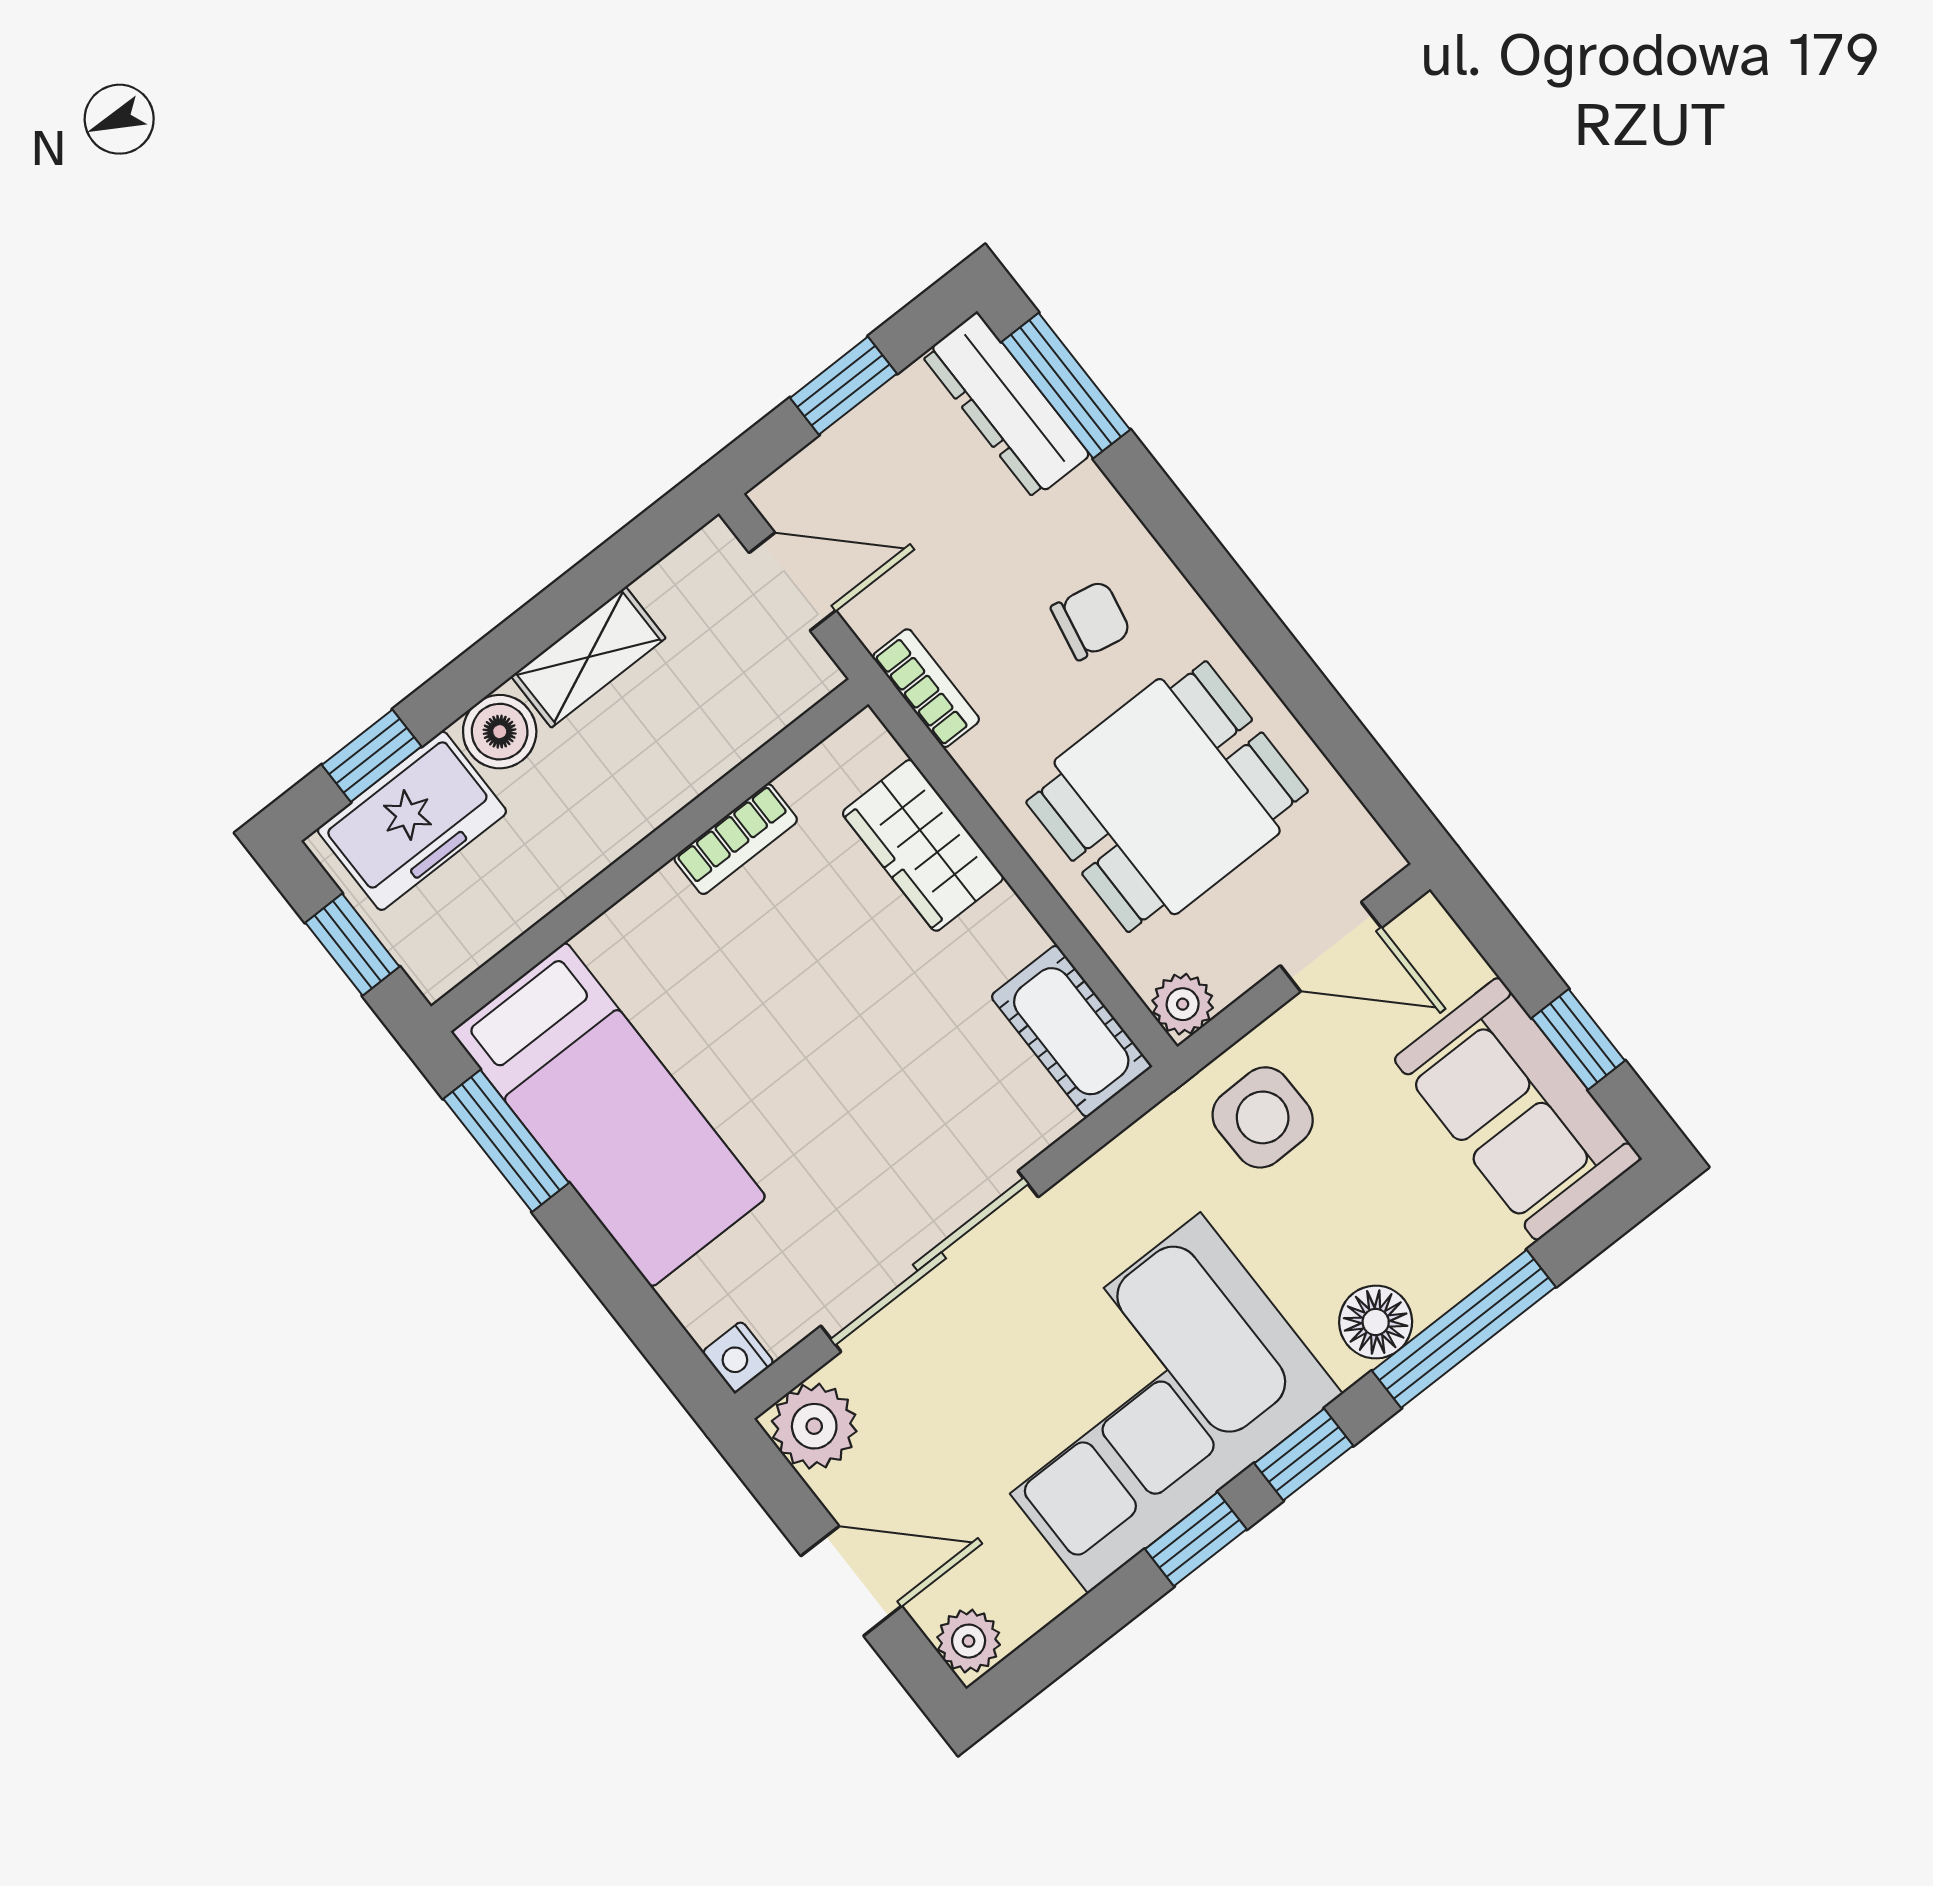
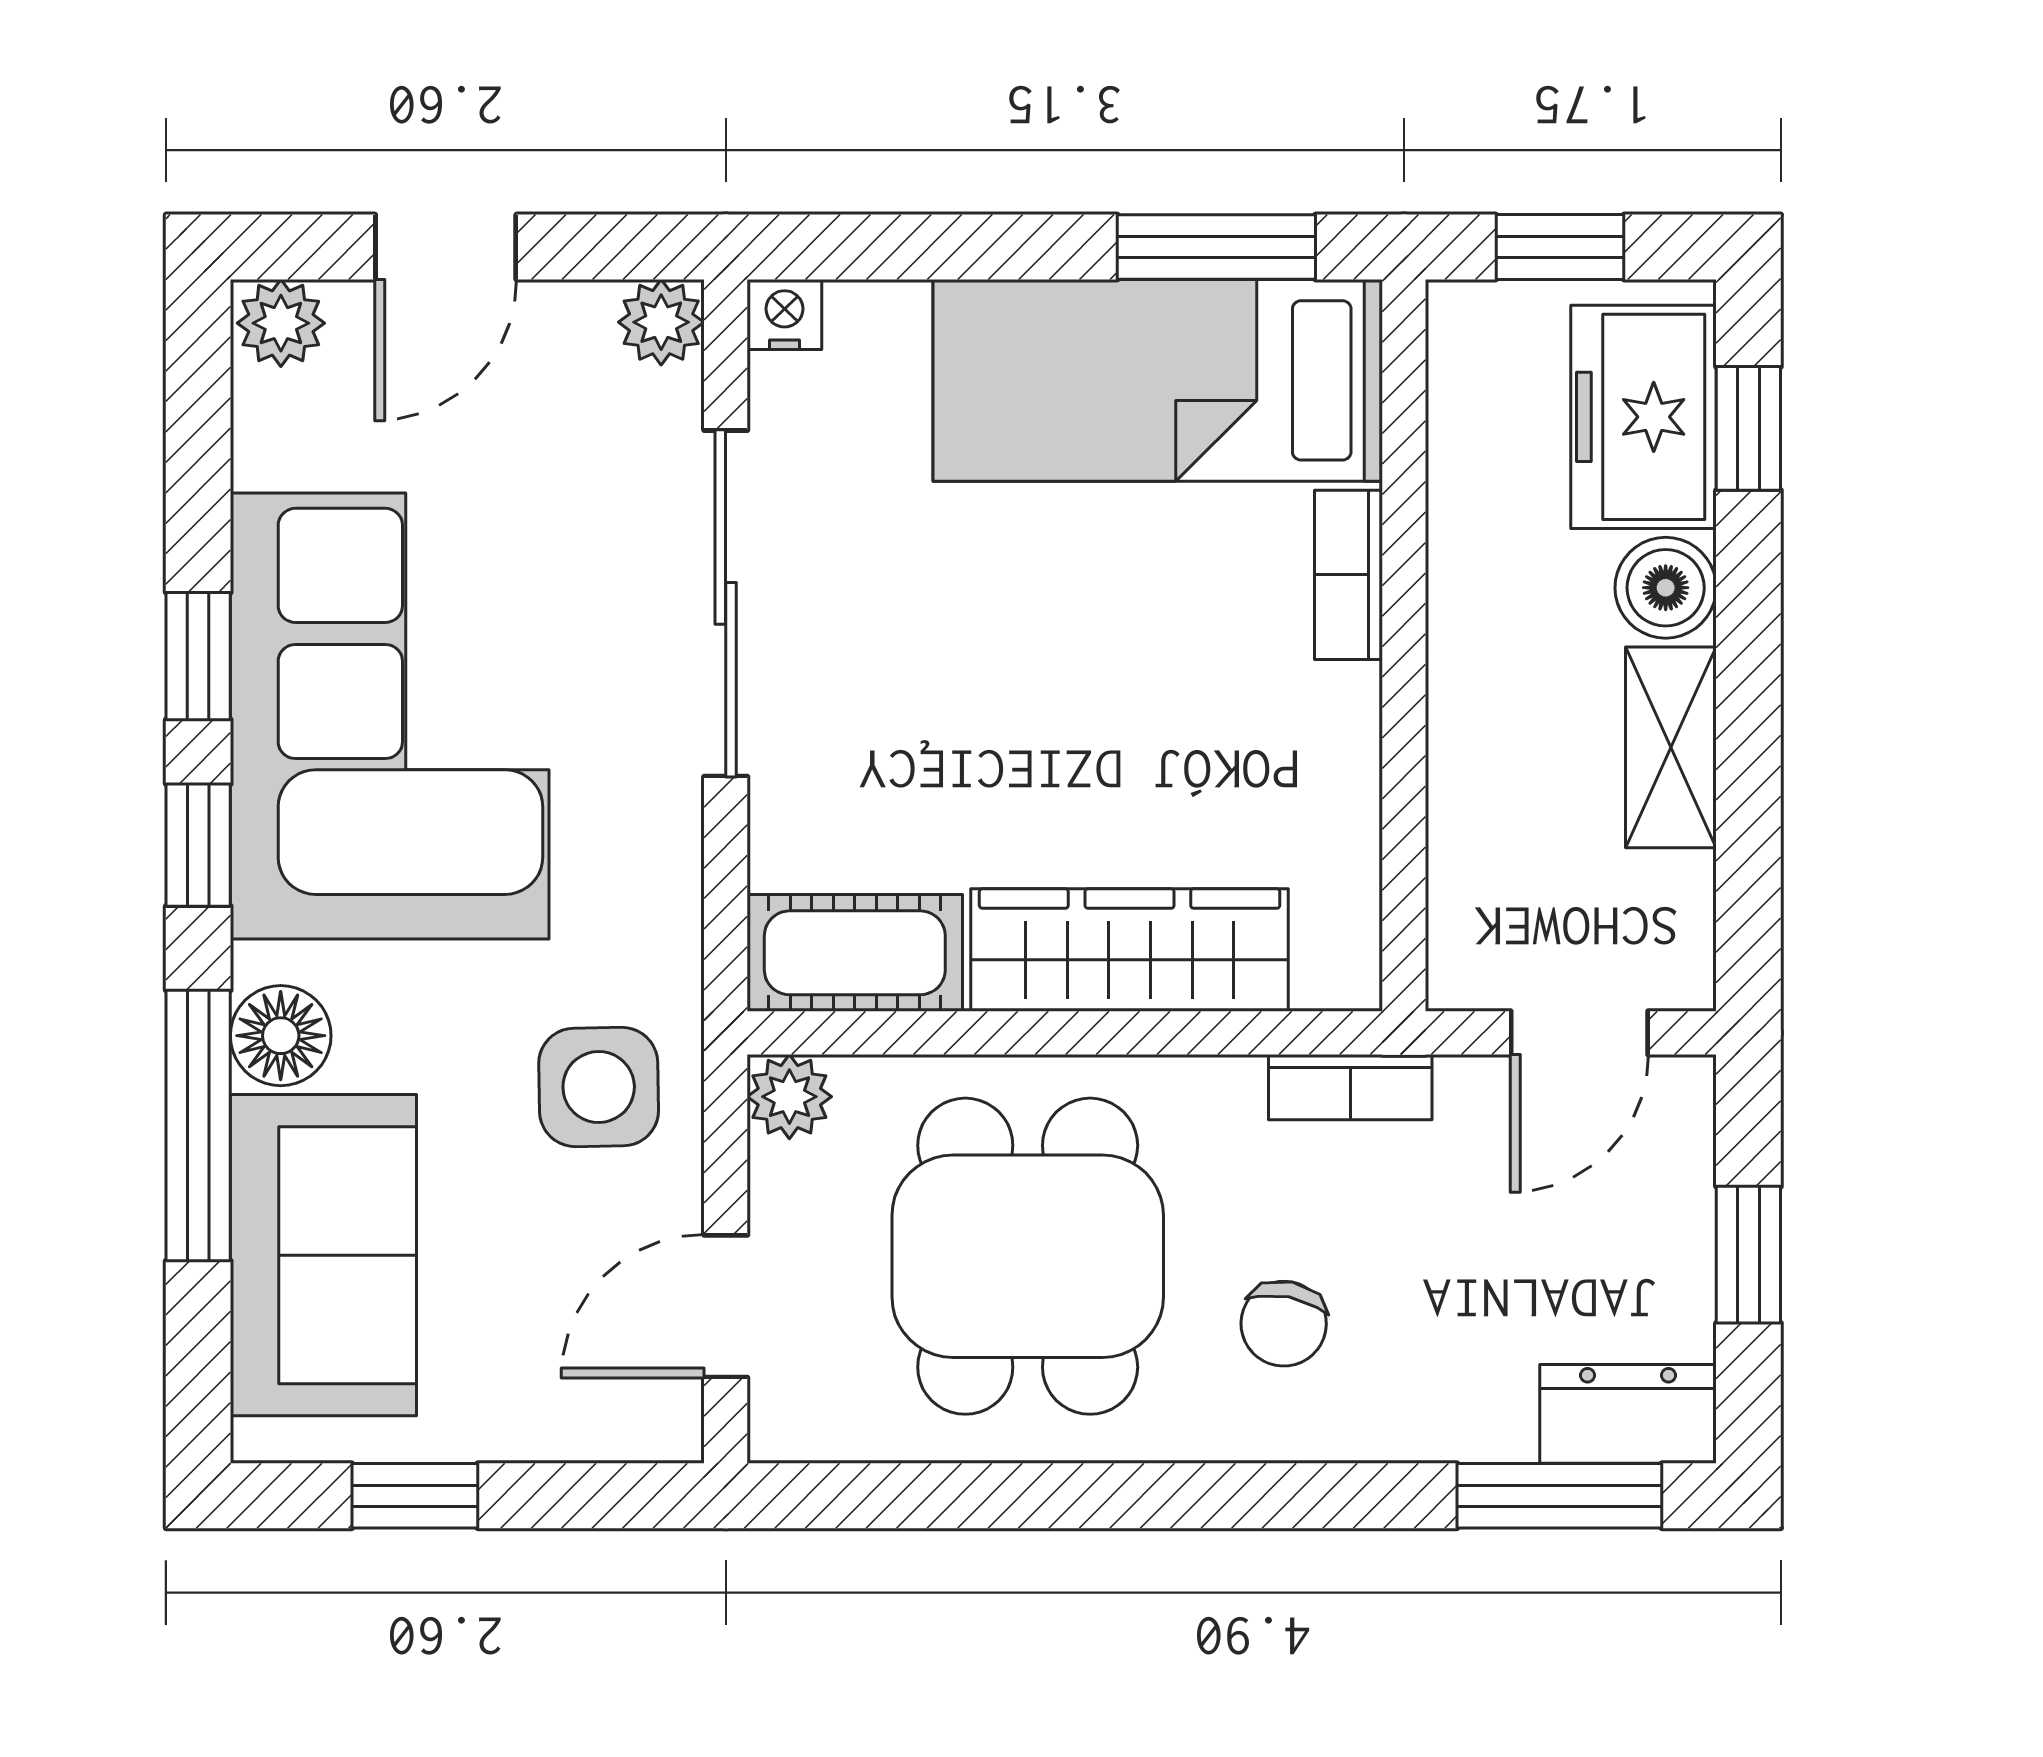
dresser: (1006, 405) -> (1628, 1414), width x0.70
bookcase: (736, 839) -> (1348, 575), moved
wardrobe: (923, 845) -> (1130, 950), width x1.50
sofa: (1517, 1109) -> (323, 1255), moved, turned 90
plant: (814, 1426) -> (661, 322), width x0.73, depth x0.73

